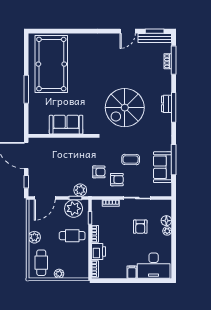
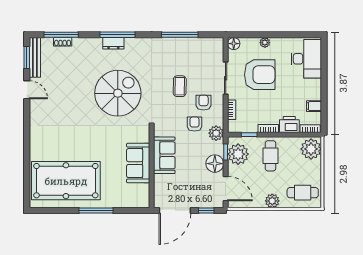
spiral stairs: (125, 108) -> (118, 93), turned -90
sofa: (163, 167) -> (164, 155), moved, turned -90
floor lamp: (66, 189) -> (215, 164), added
plant: (80, 190) -> (216, 133), moved
floor lamp: (166, 221) -> (234, 44), moved
armchair: (140, 227) -> (260, 75), width x1.88, depth x1.88
filing cabinet: (132, 272) -> (314, 106), moved
plant: (59, 274) -> (311, 149), moved, width x1.88, depth x1.88

